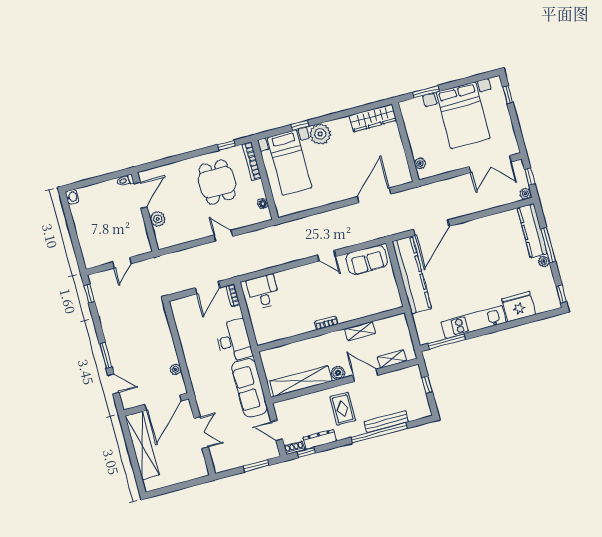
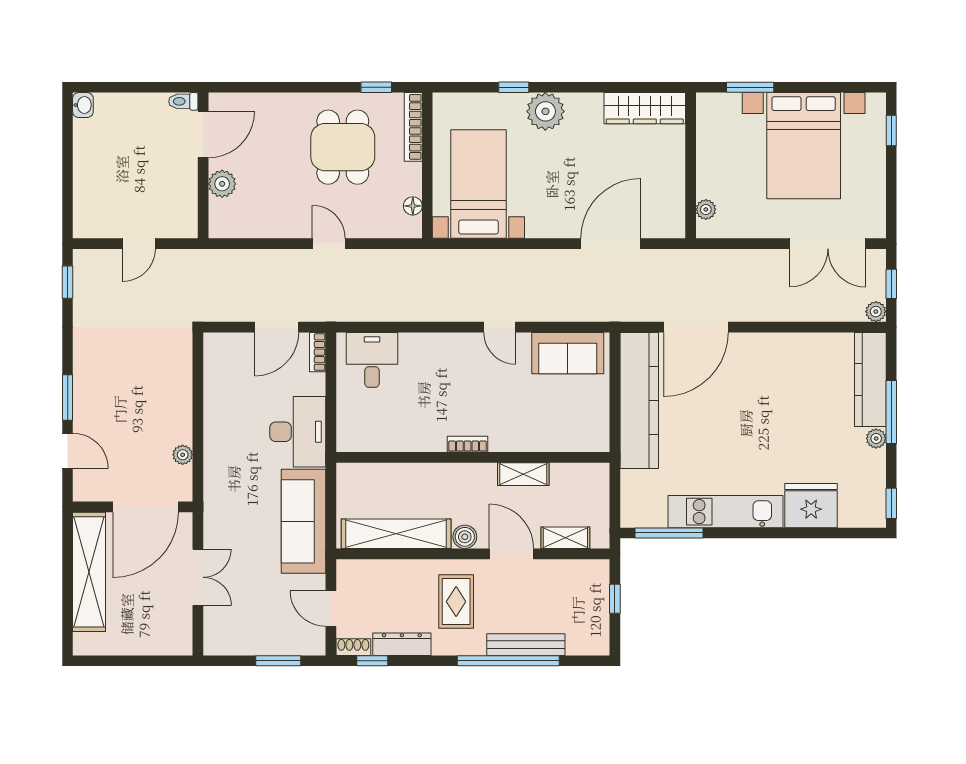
bed with nightstands: (289, 163) -> (478, 184), moved, turned 180

